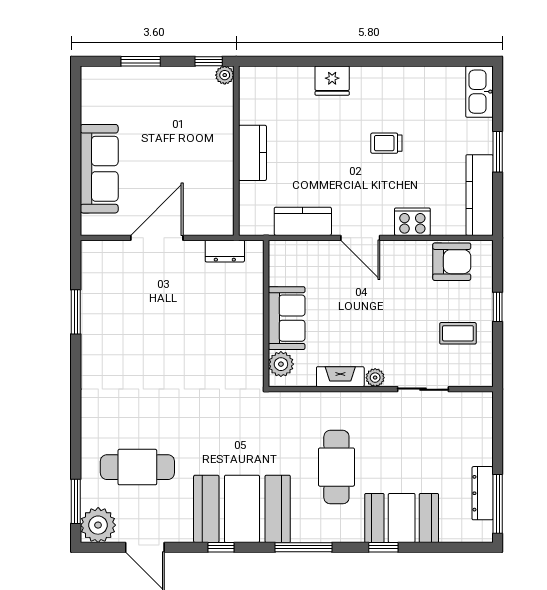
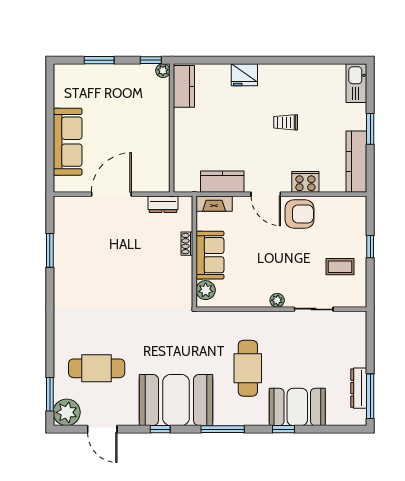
kitchen counter: (252, 153) -> (184, 86), moved
armchair: (452, 262) -> (299, 214), moved
shoe rack: (256, 303) -> (187, 244), added
fireplace: (340, 377) -> (214, 204), moved, turned 180

